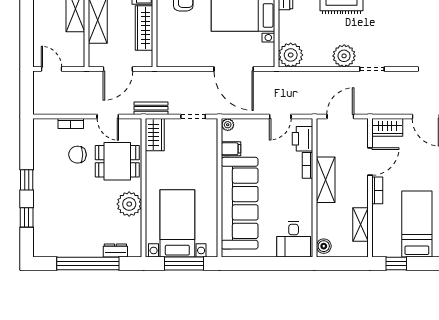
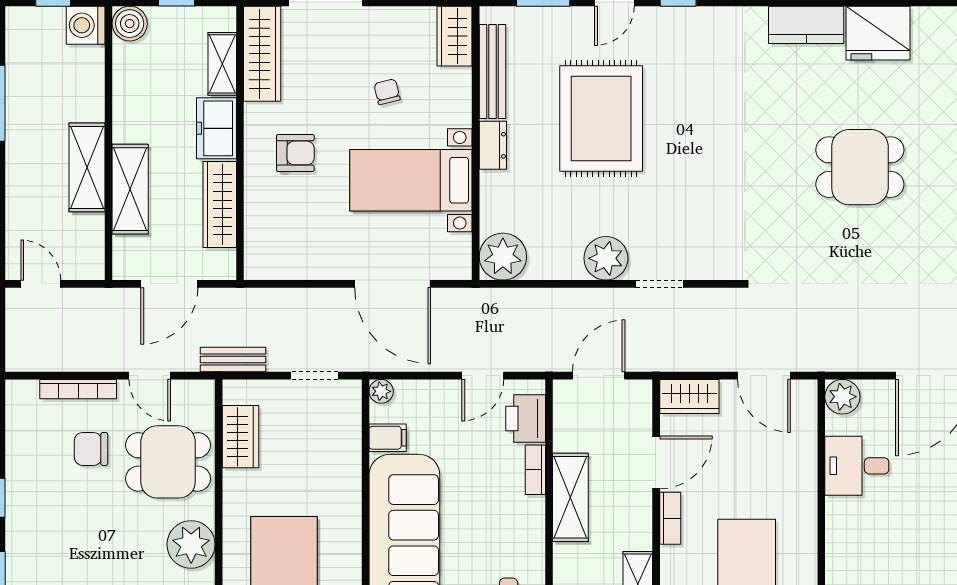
bookcase: (71, 124) -> (78, 389), width x1.56
wardrobe: (155, 135) -> (240, 437), moved

